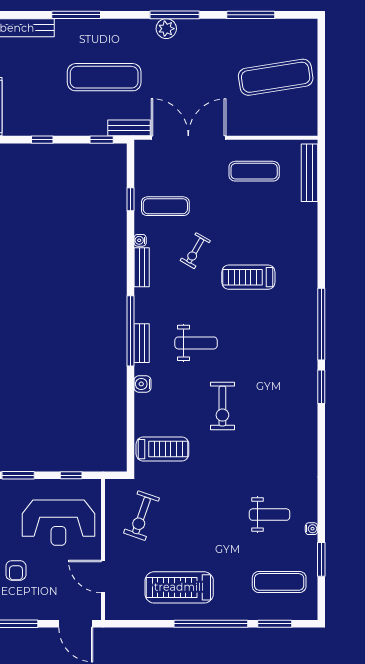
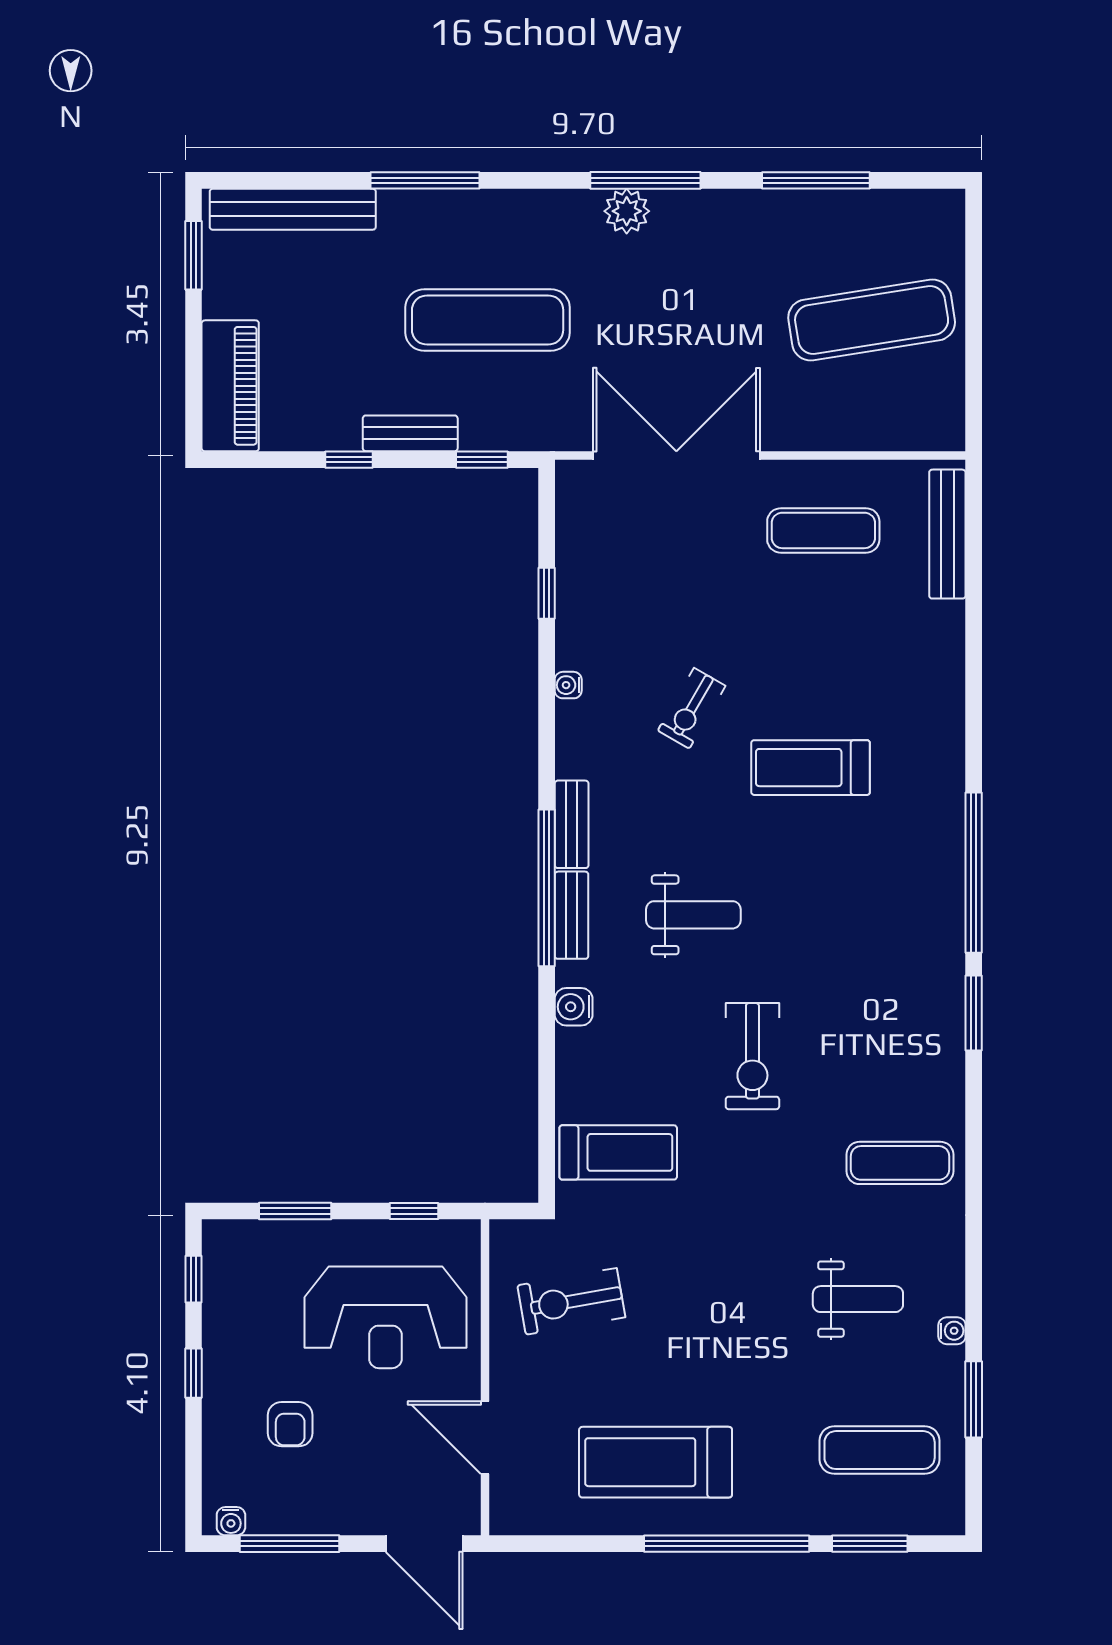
bench: (129, 128) -> (410, 433), moved
exercise mat: (165, 206) -> (900, 1163), moved
bench: (142, 267) -> (572, 824), moved
exercise bike: (141, 516) -> (571, 1301), turned 61

